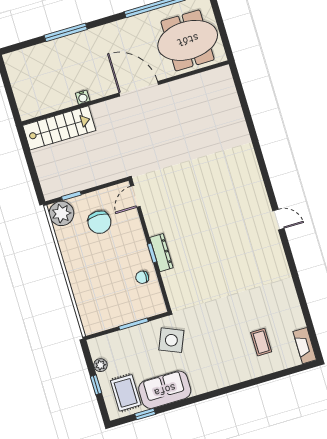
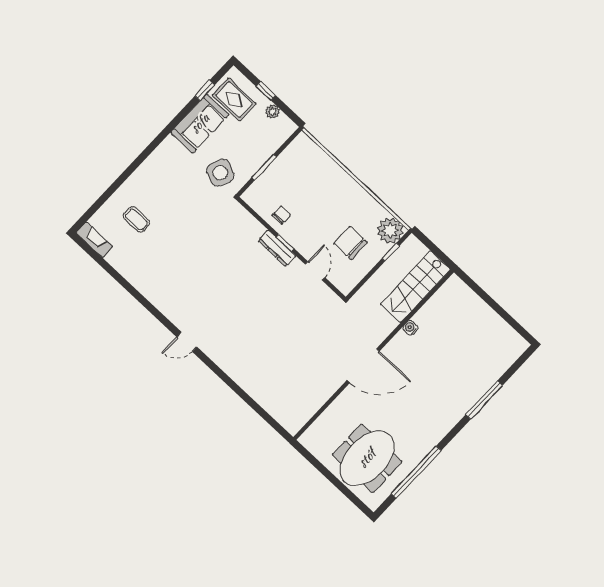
door: (139, 89) -> (363, 366), moved
wall: (125, 93) -> (374, 355), moved
water cooler: (83, 97) -> (410, 328), moved
stairs: (59, 128) -> (416, 287), moved
door: (135, 196) -> (315, 271), moved

